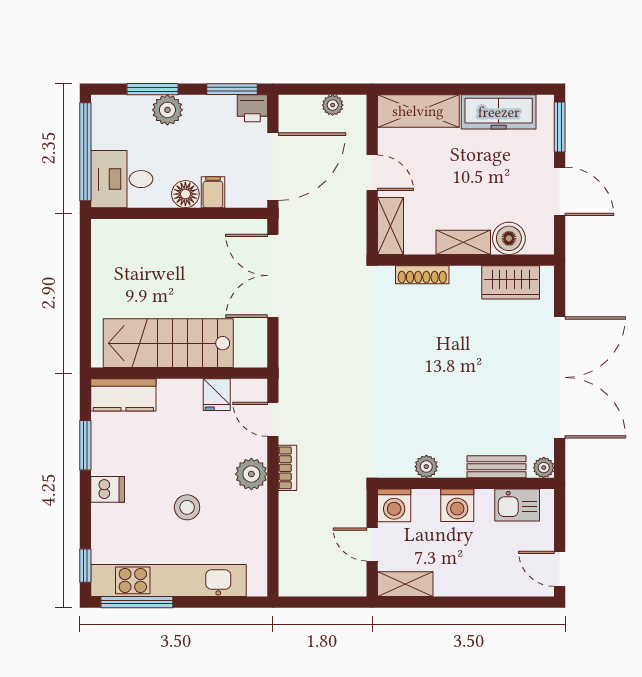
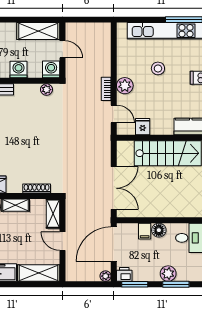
plant: (333, 105) -> (106, 276), moved
plant: (426, 467) -> (47, 90), moved
shelving: (405, 584) -> (38, 31), width x1.50, depth x1.33

